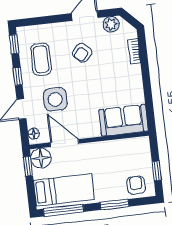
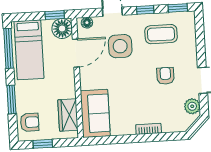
bookcase: (134, 51) -> (149, 129), moved
armchair: (82, 53) -> (165, 76), turned 48
wardrobe: (127, 147) -> (68, 115), added

